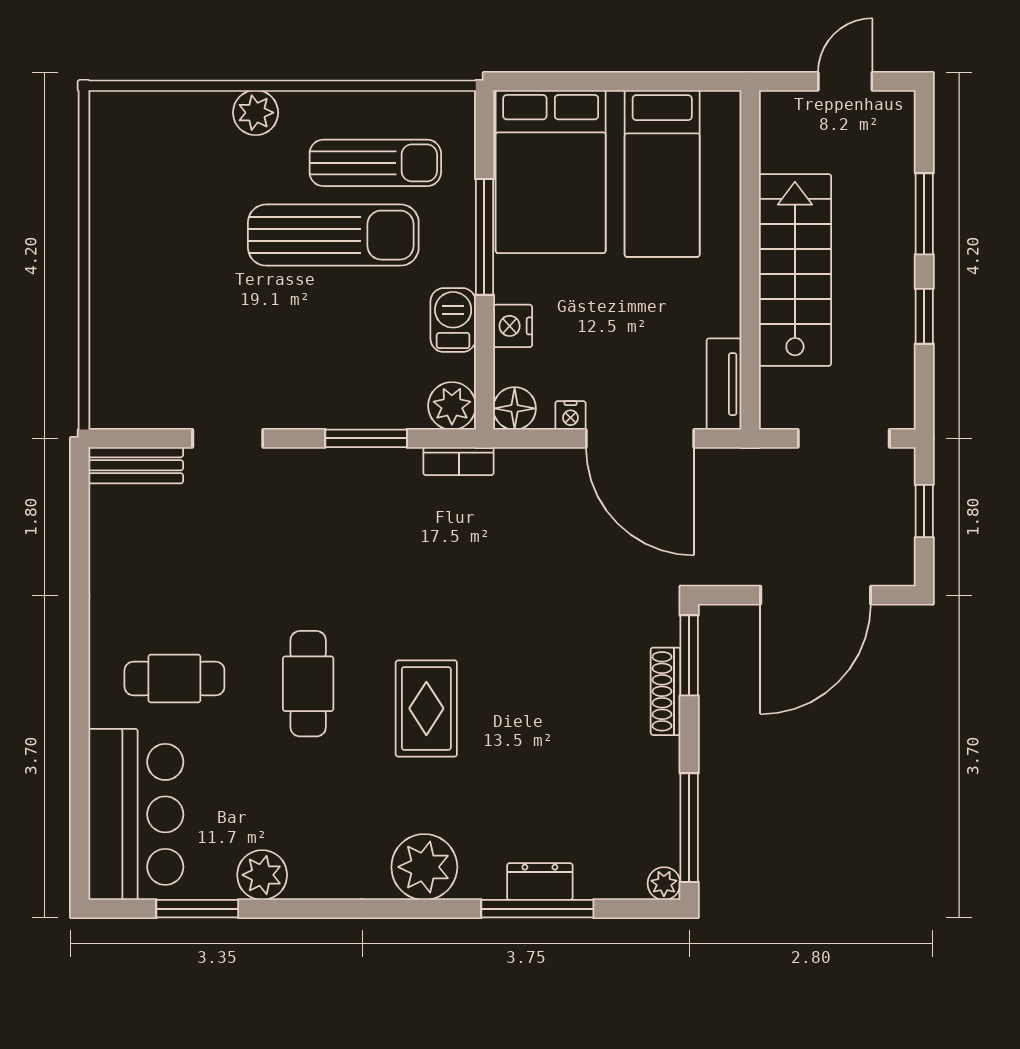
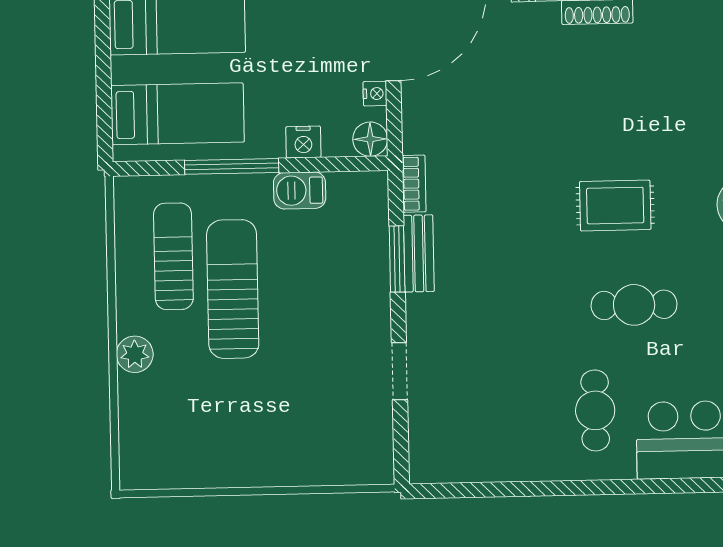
bed: (551, 172) -> (178, 114), width x0.67
plant: (452, 406) -> (369, 190), removed
bench: (136, 465) -> (419, 253), moved
cafe table: (308, 684) -> (634, 305), moved

